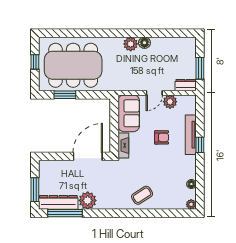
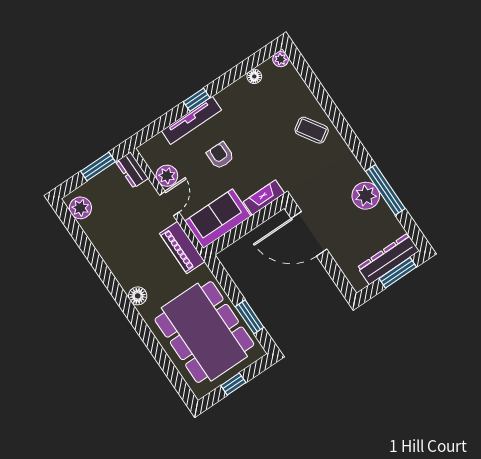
floor lamp: (144, 43) -> (138, 296), moved
plant: (131, 44) -> (80, 208), moved
piano: (126, 84) -> (182, 248), added
door: (154, 93) -> (169, 204), hinge flipped
dresser: (58, 202) -> (388, 259), moved, turned 90
window: (65, 213) -> (385, 190), moved

